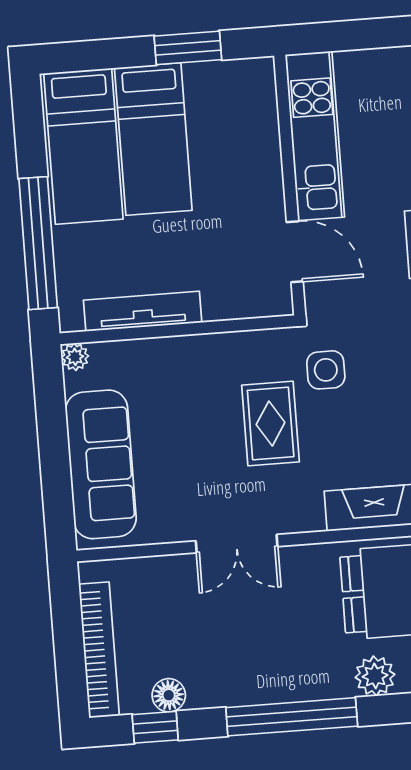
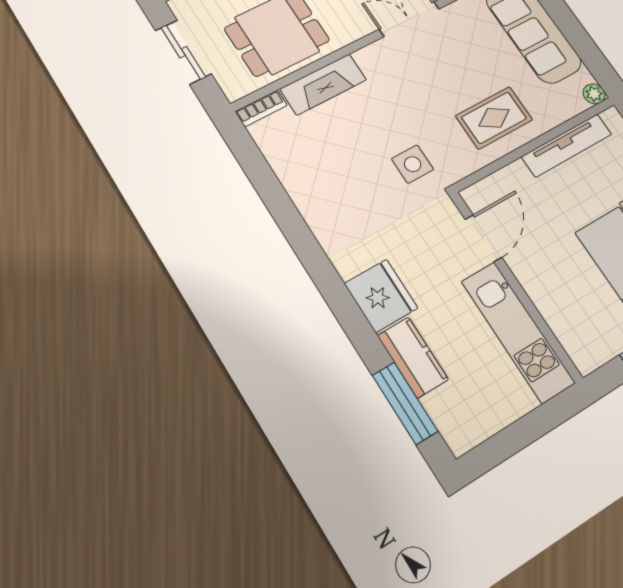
door: (295, 252) -> (483, 238), swing flipped
rug: (271, 424) -> (494, 118), moved, turned 90

